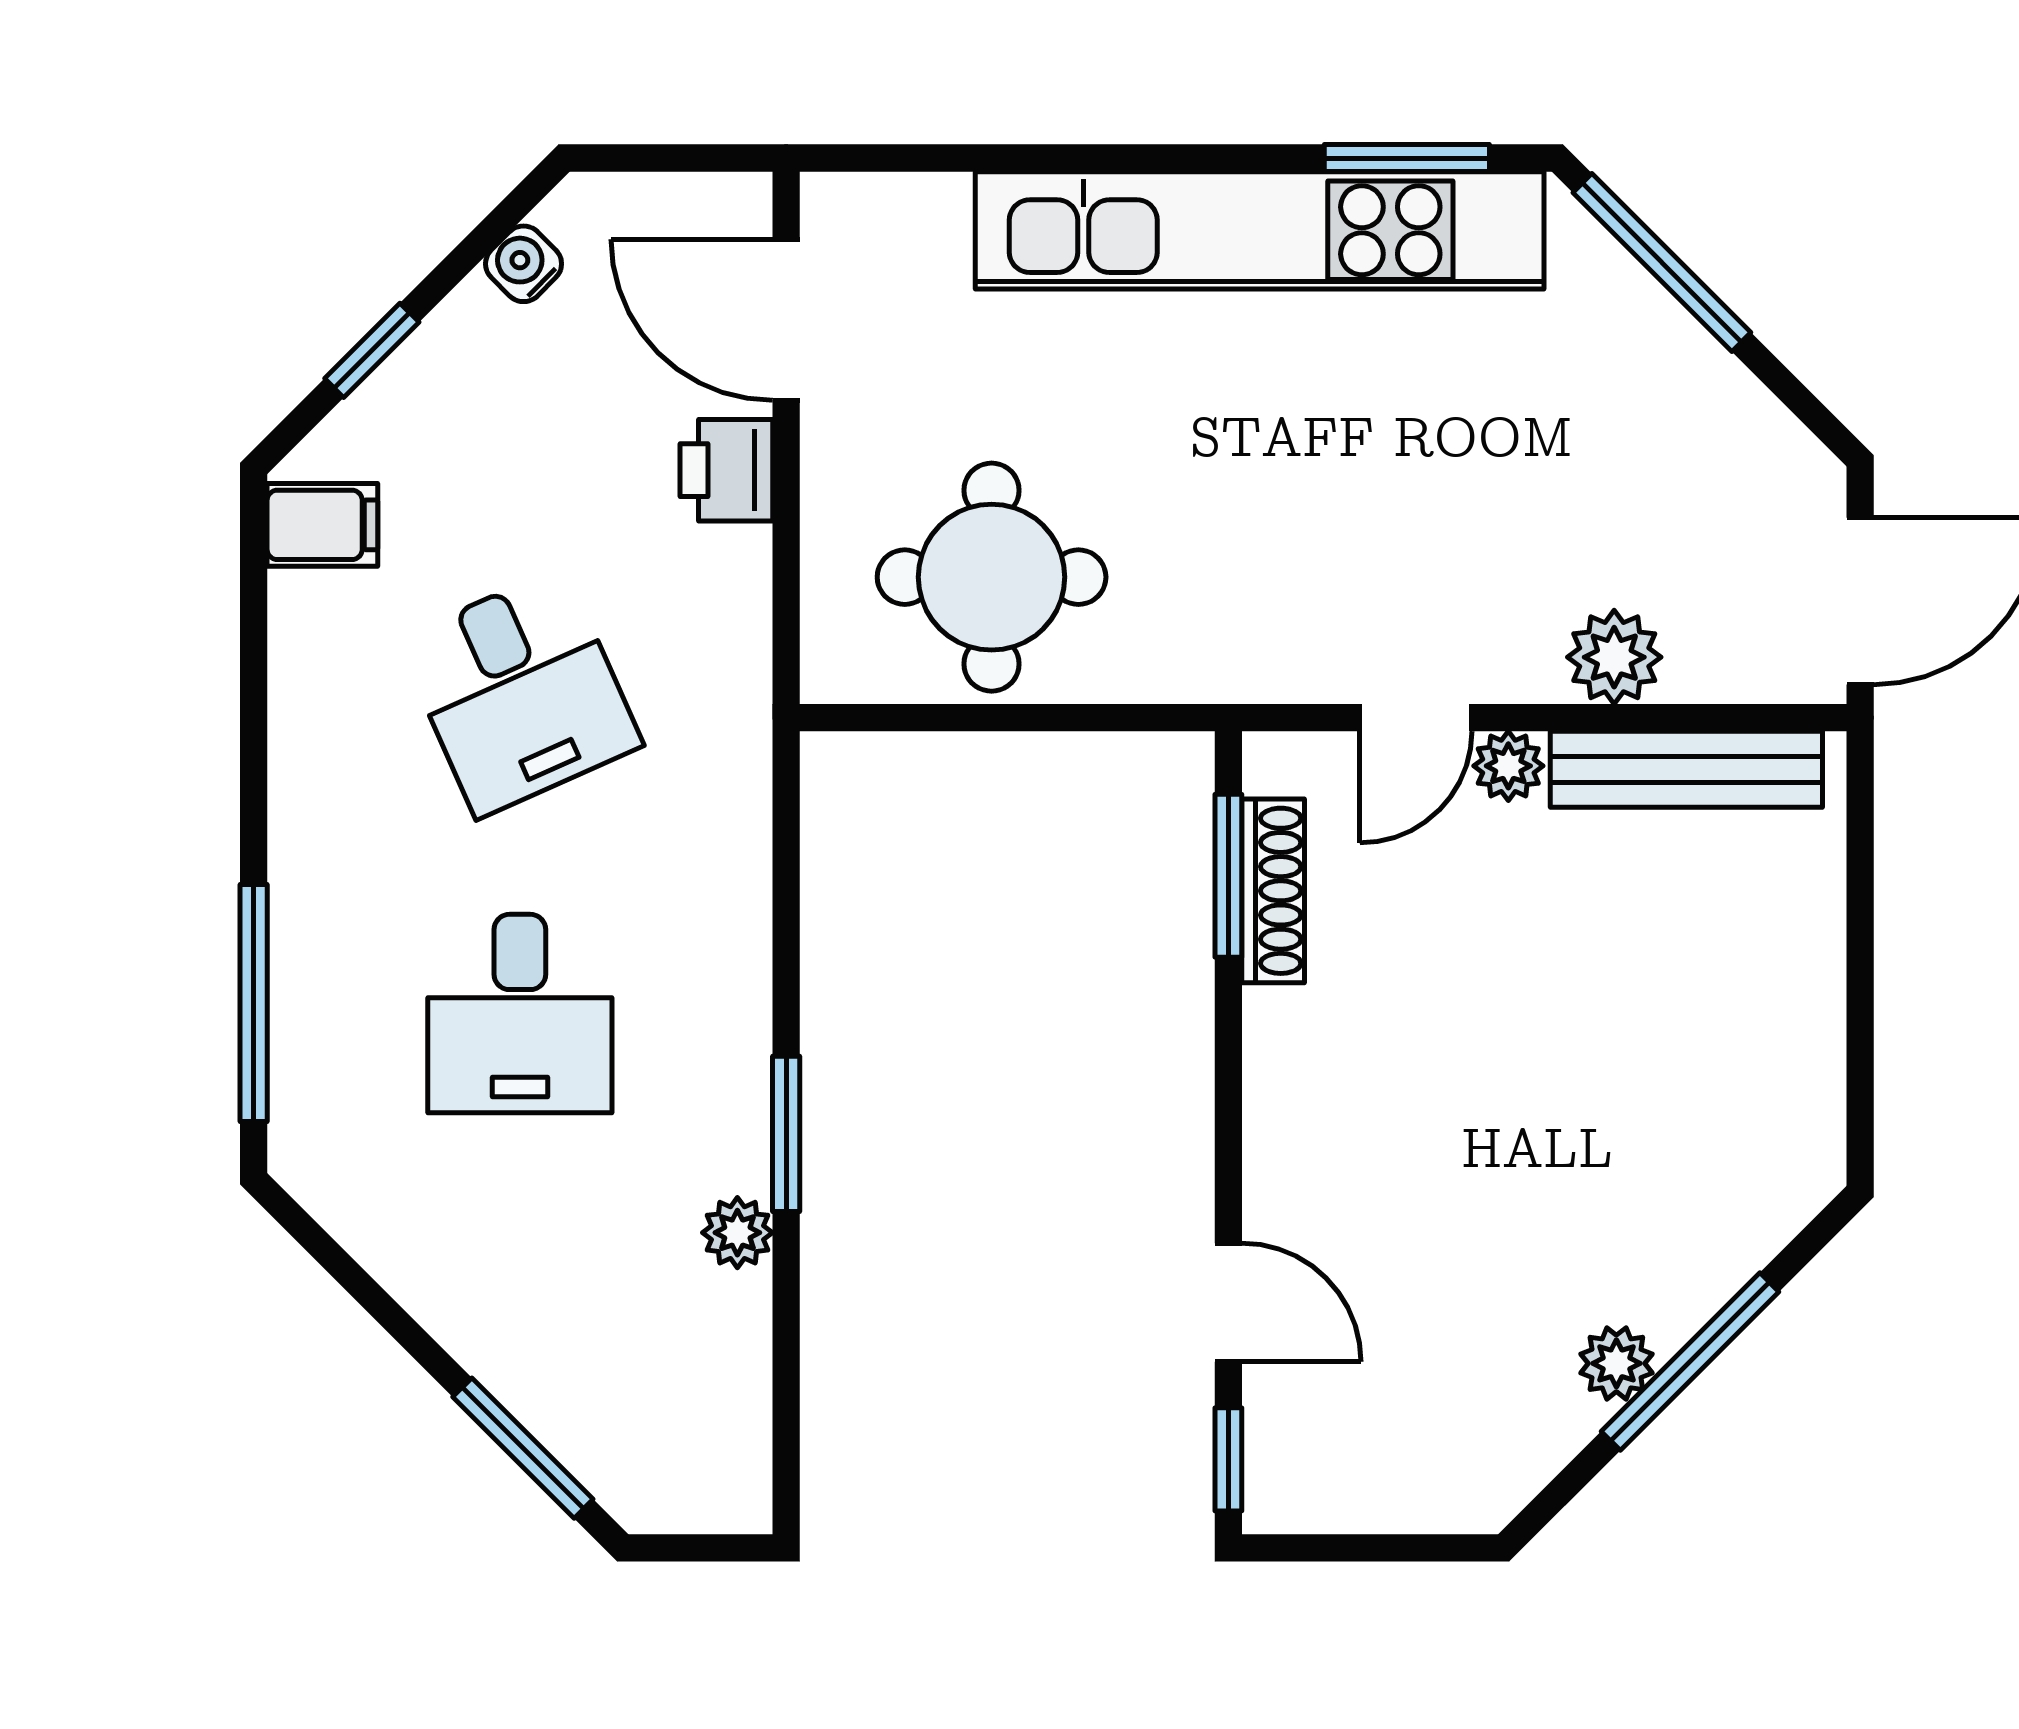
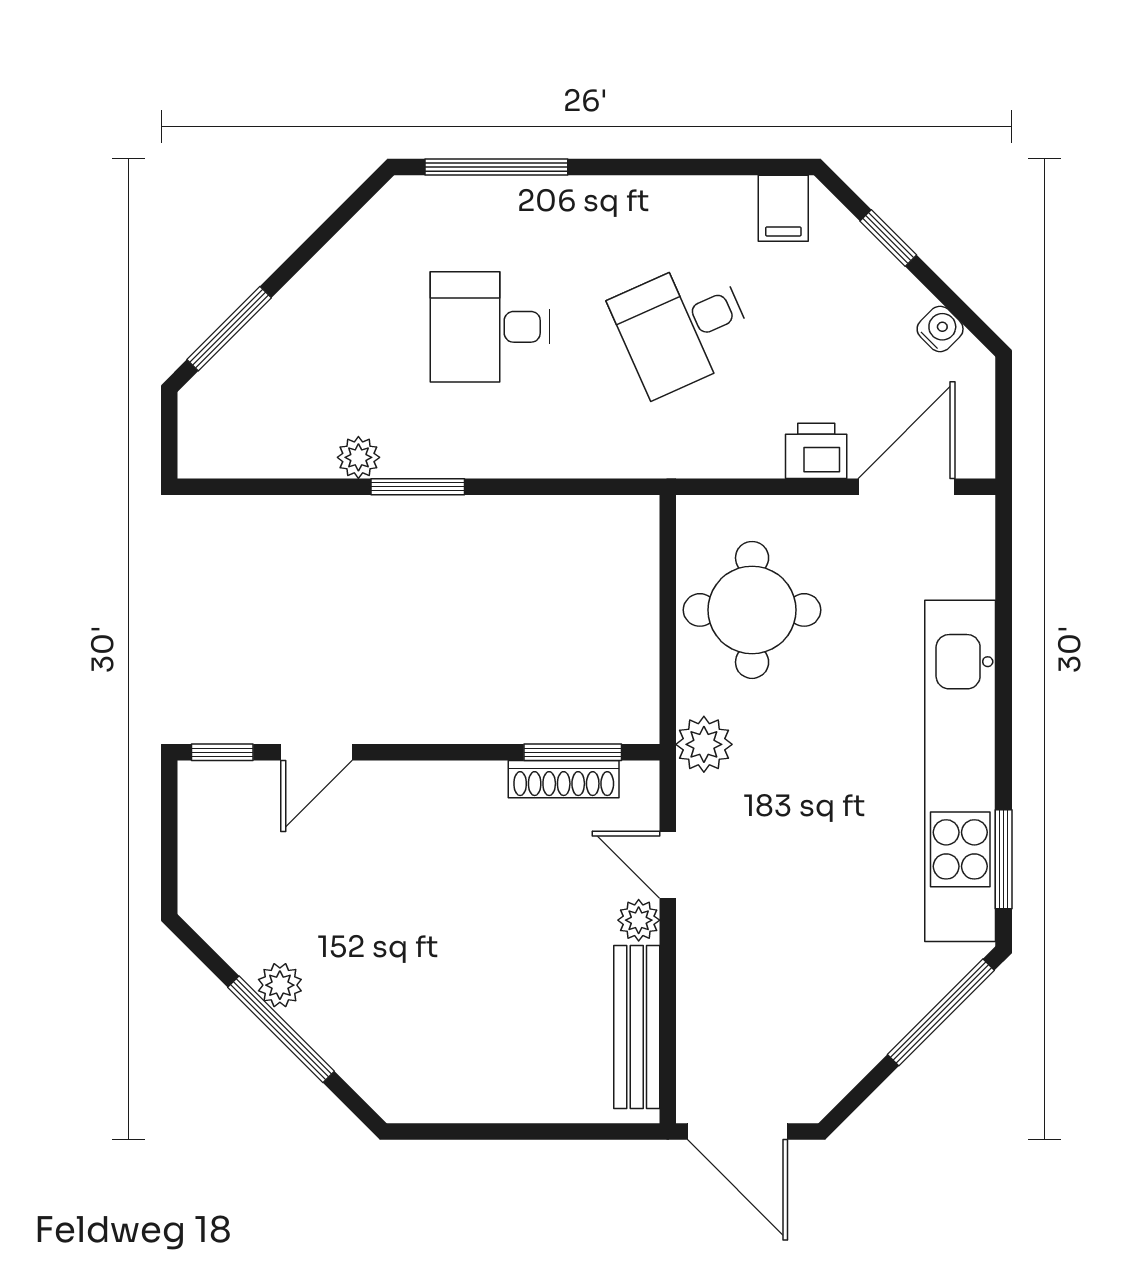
plant: (1614, 657) -> (704, 744), moved

